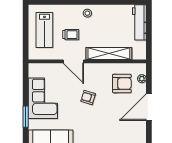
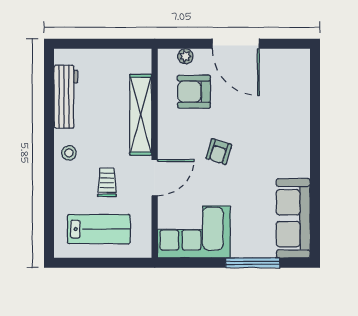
workbench: (139, 22) -> (66, 97), moved, turned -90
armchair: (122, 84) -> (194, 92), turned -90
corner sofa: (43, 98) -> (194, 232), moved
window: (26, 117) -> (253, 263), width x1.44

